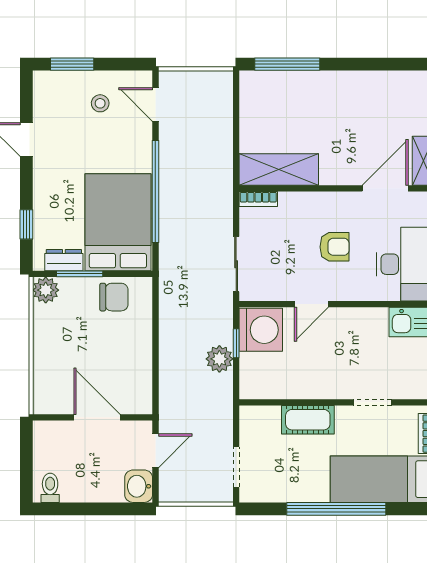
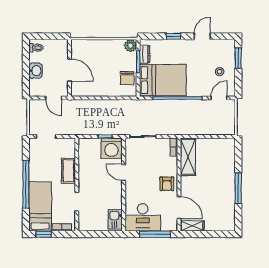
window: (287, 64) -> (238, 188), moved
window: (26, 224) -> (173, 36), moved
armchair: (335, 247) -> (167, 184), moved
plant: (219, 359) -> (98, 129), removed
door: (97, 417) -> (70, 70), hinge flipped
washbasin: (139, 486) -> (36, 71), moved, turned 90

